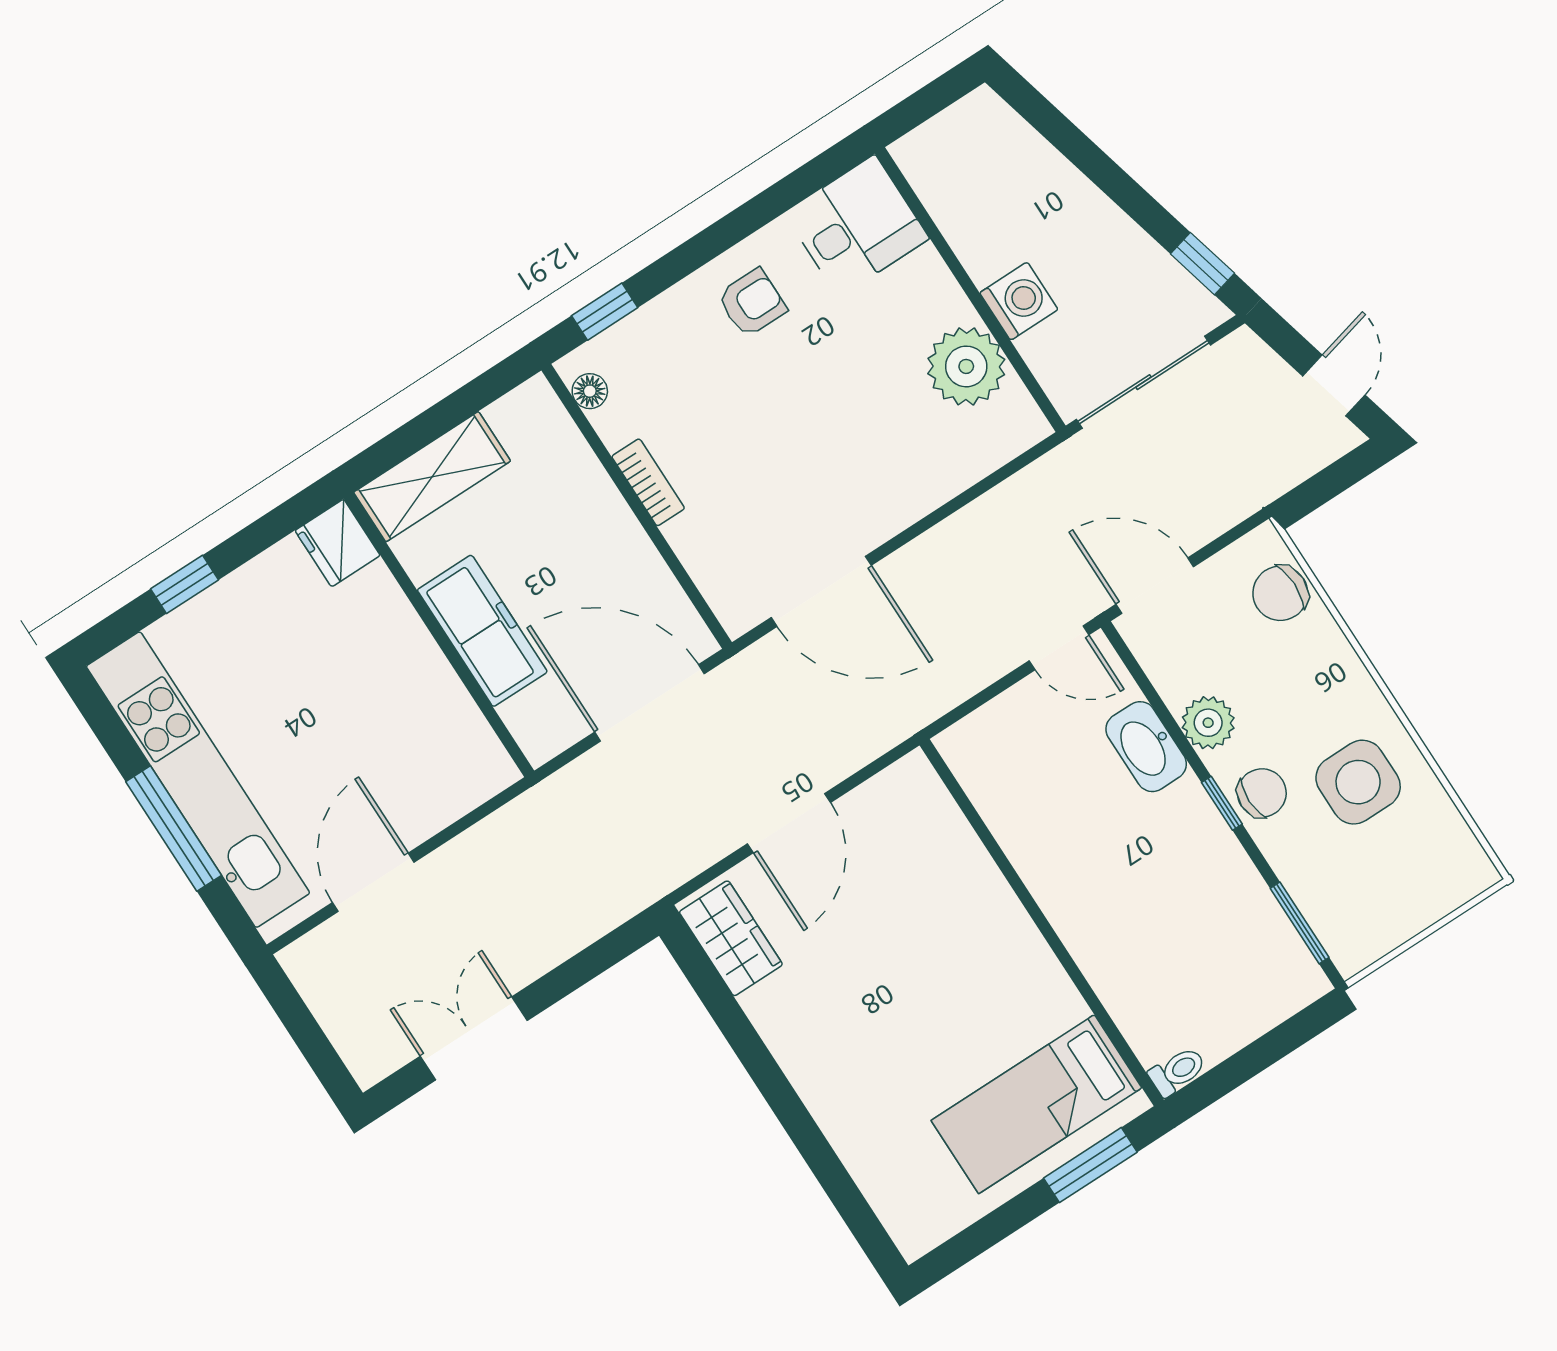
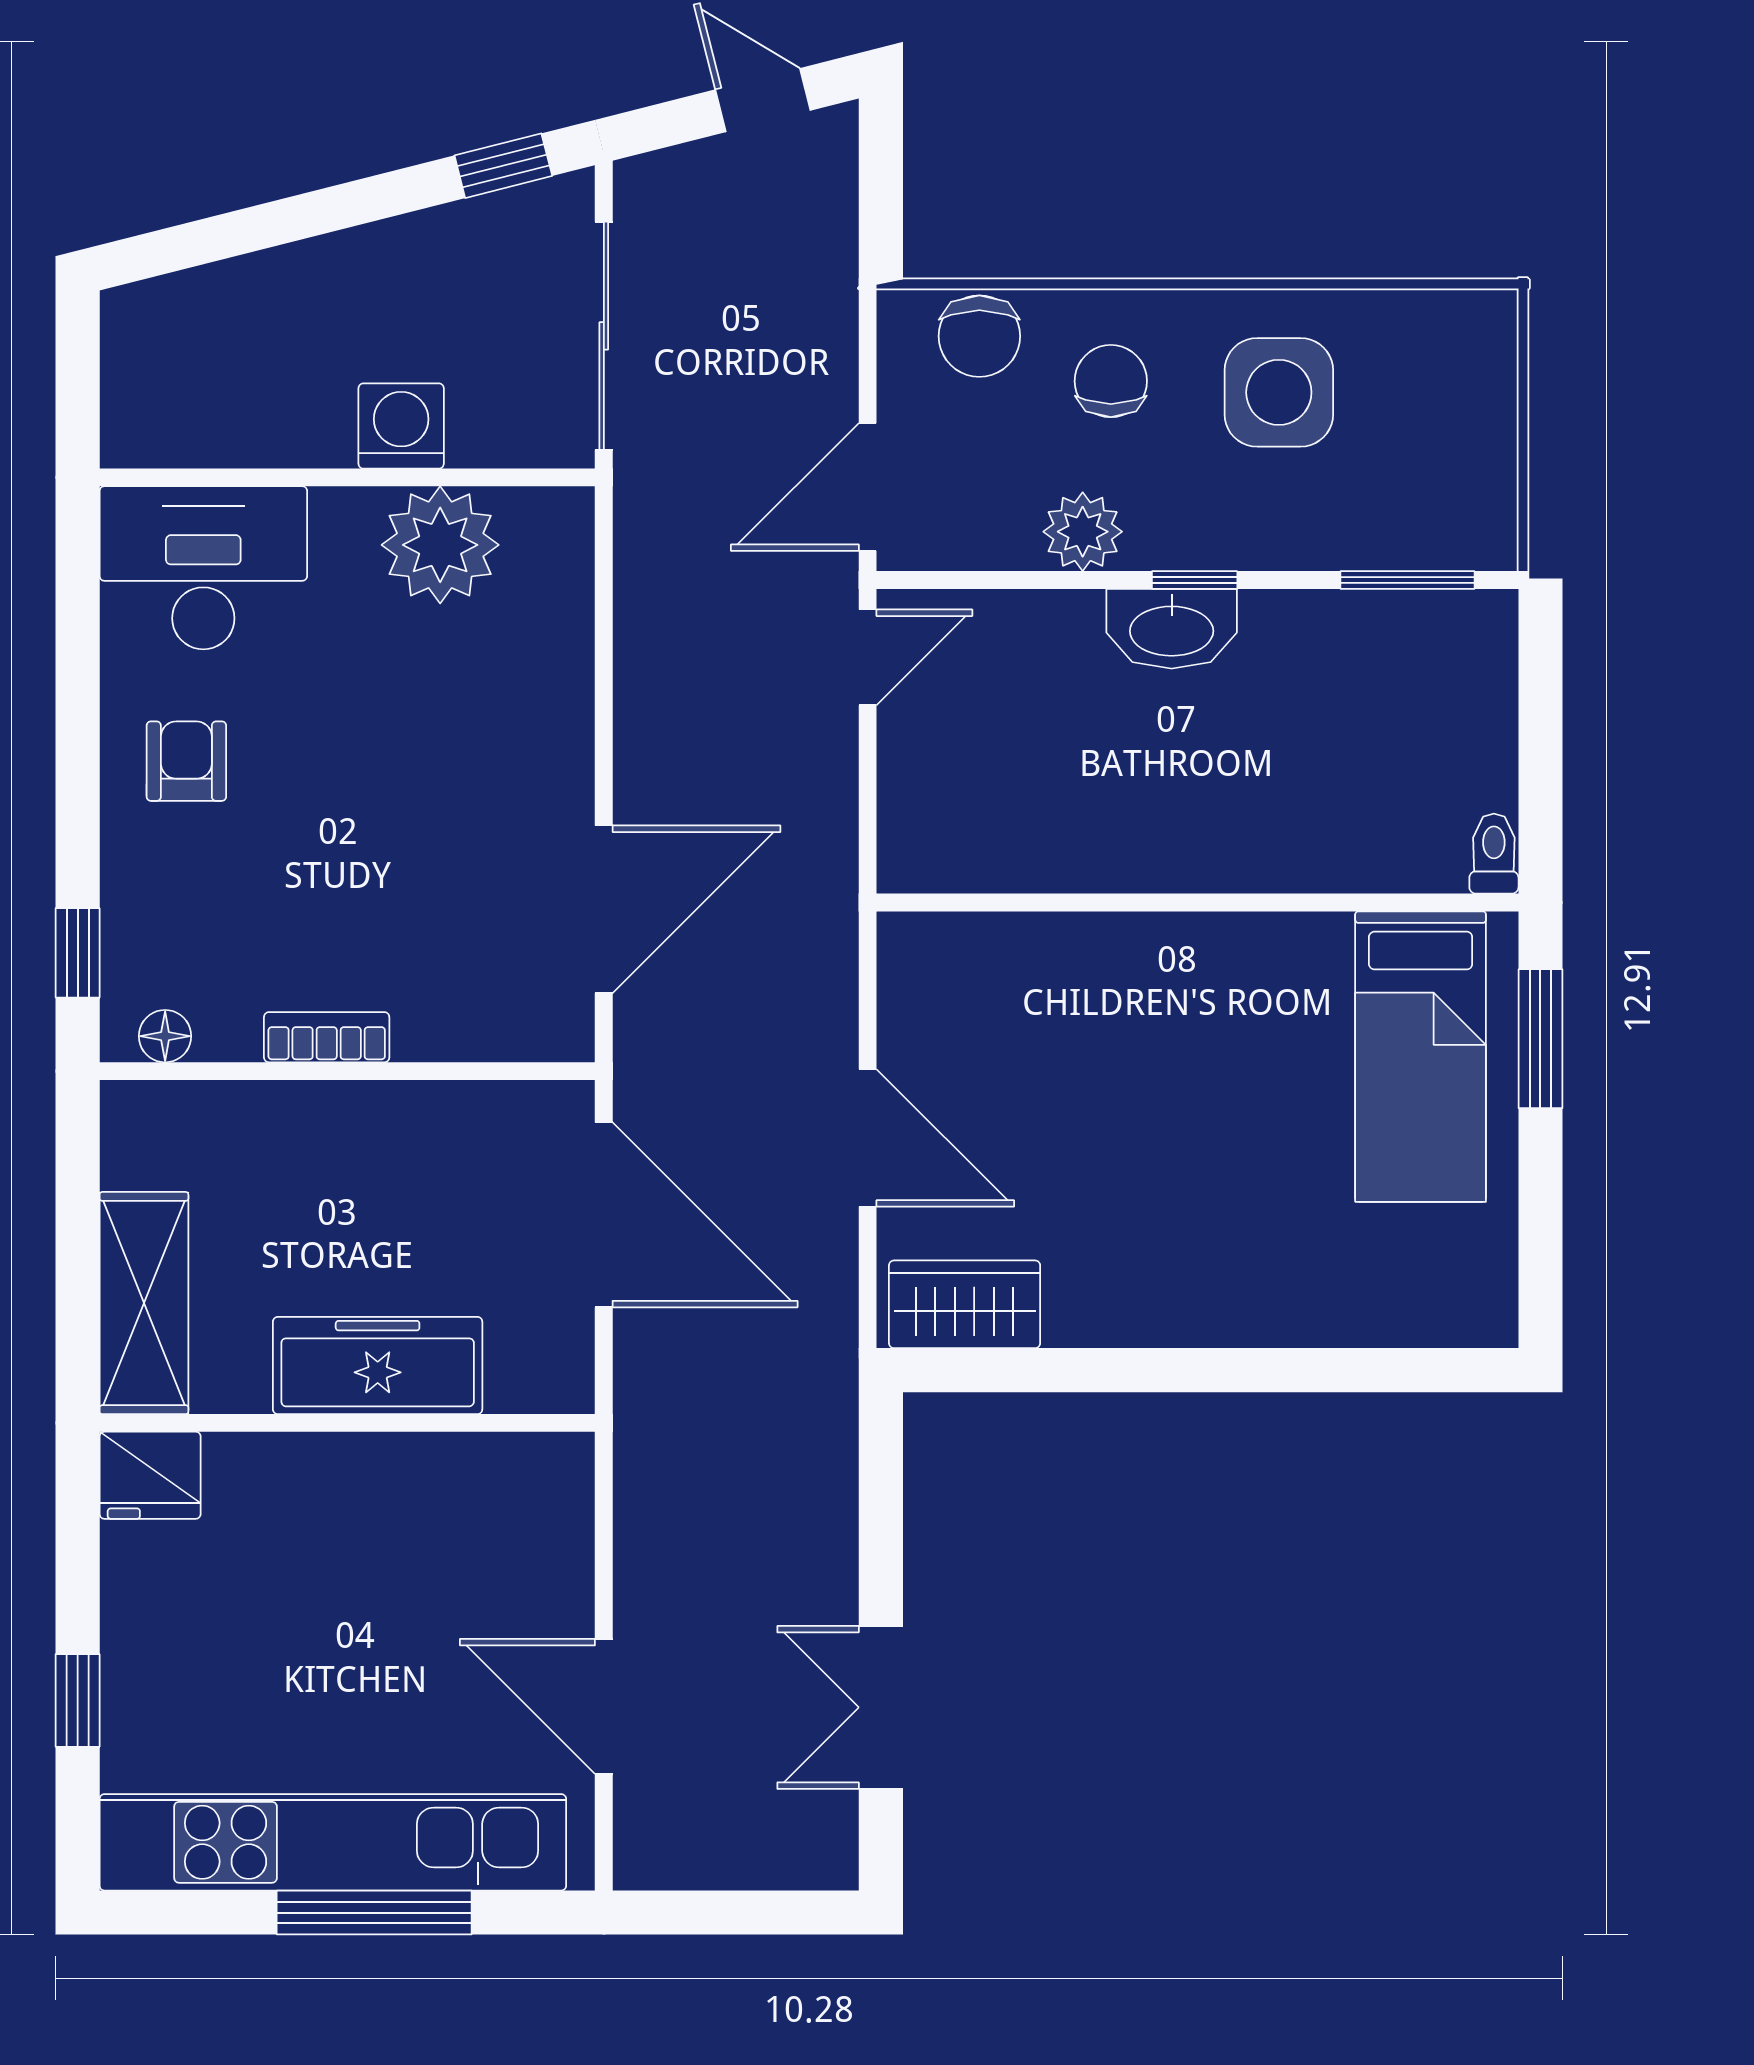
desk: (857, 226) -> (203, 568), width x1.37
door: (649, 703) -> (604, 1215), swing flipped
washbasin: (1146, 747) -> (1172, 629), moved
chair: (1262, 793) -> (1111, 381), moved

